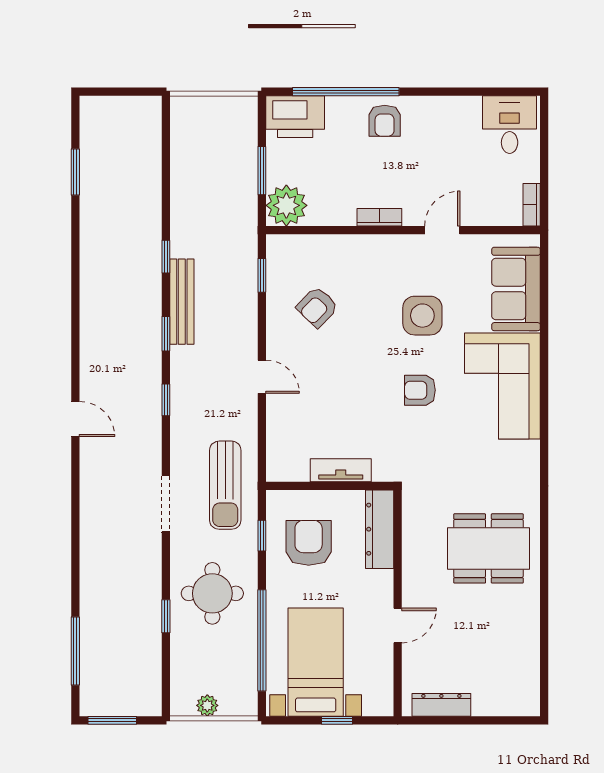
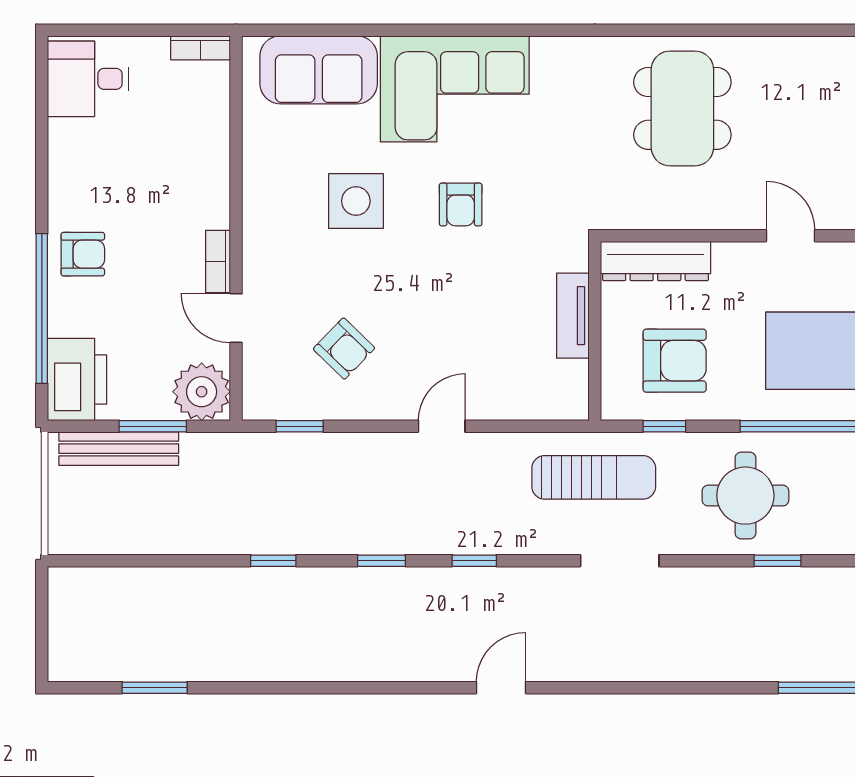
door: (442, 230) -> (236, 318), moved
bench: (182, 302) -> (119, 449), moved
armchair: (309, 543) -> (675, 361), turned 180

